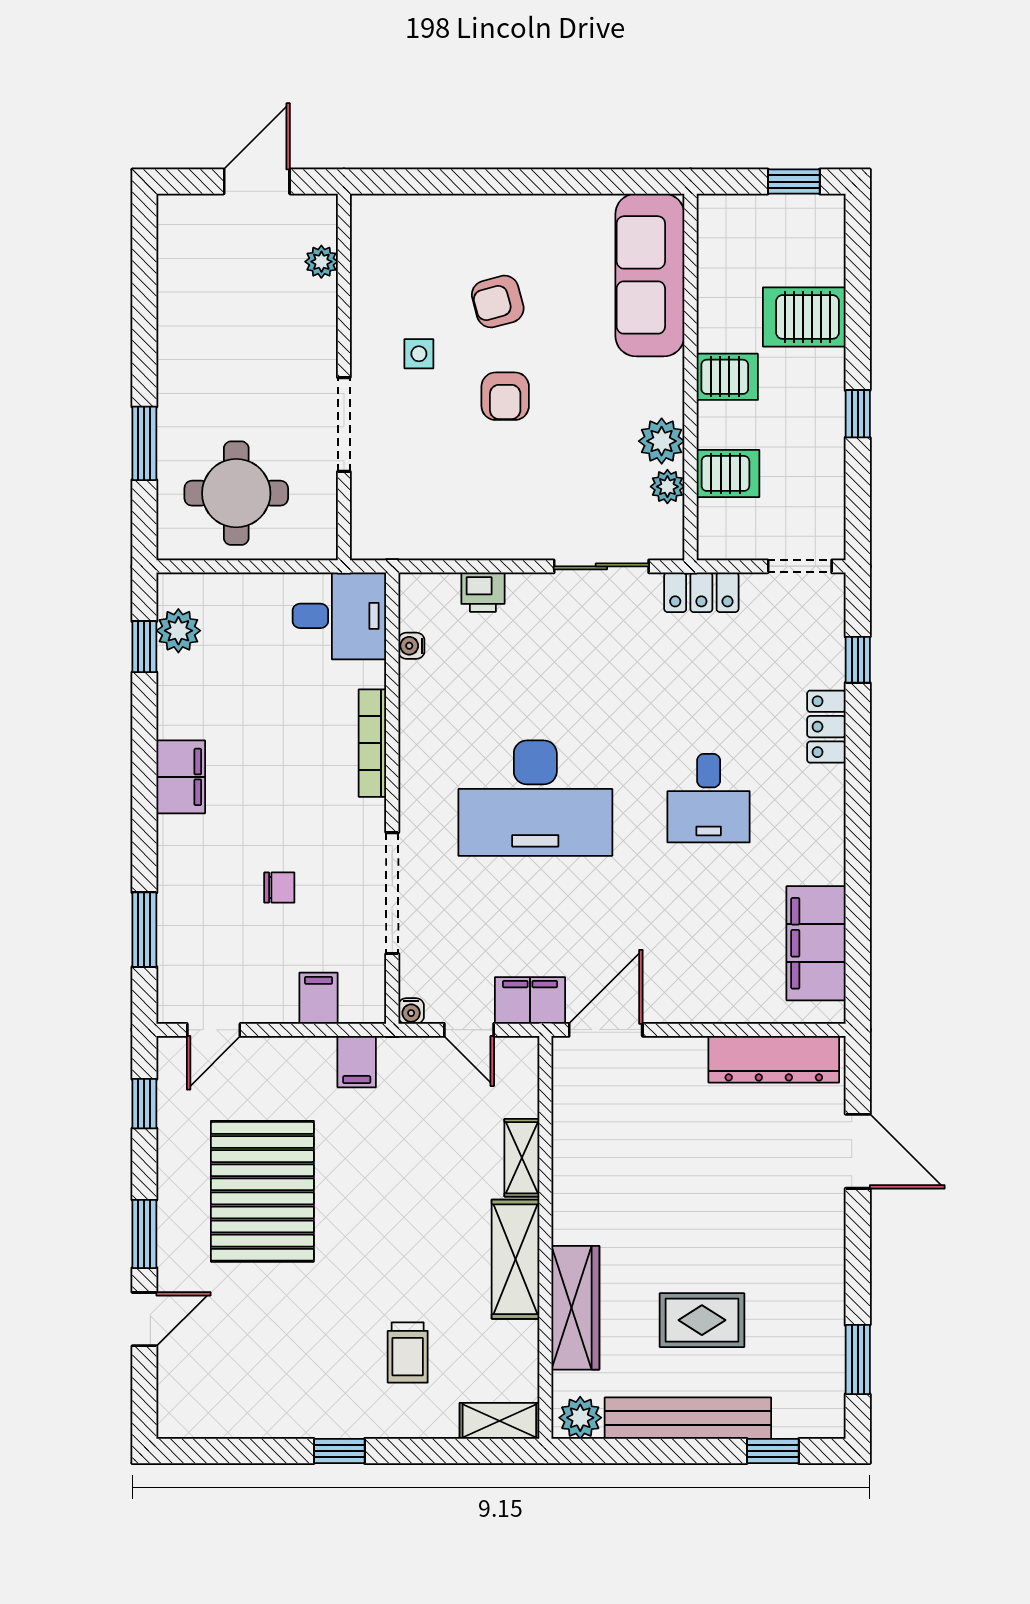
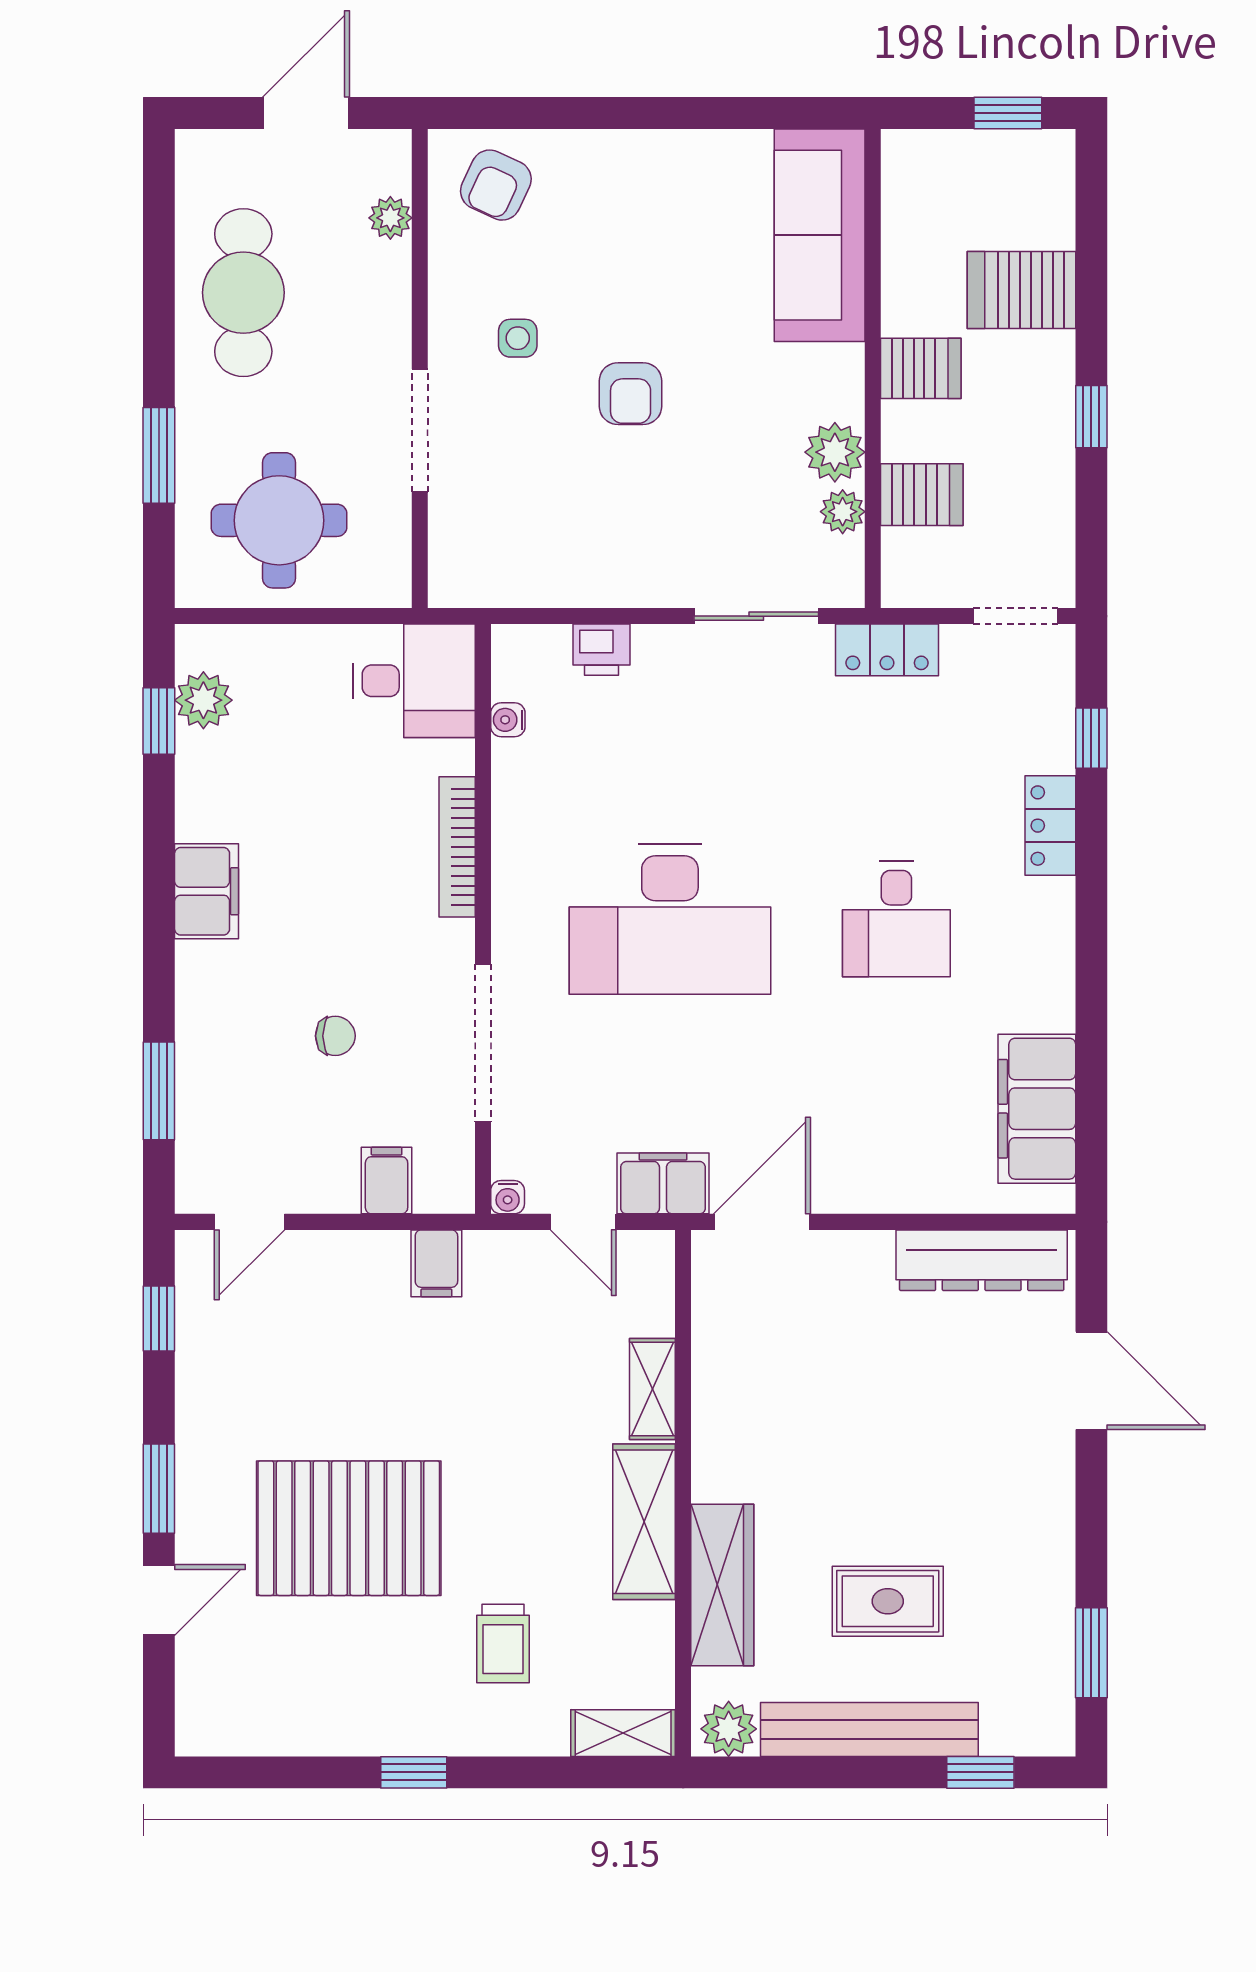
armchair: (498, 302) -> (496, 185), moved, turned -50
cafe table: (209, 319) -> (243, 293), added
pallet: (262, 1191) -> (349, 1528), moved, turned 90

